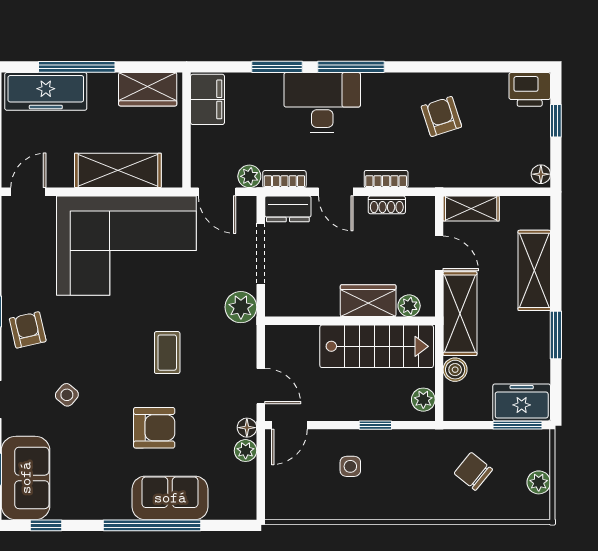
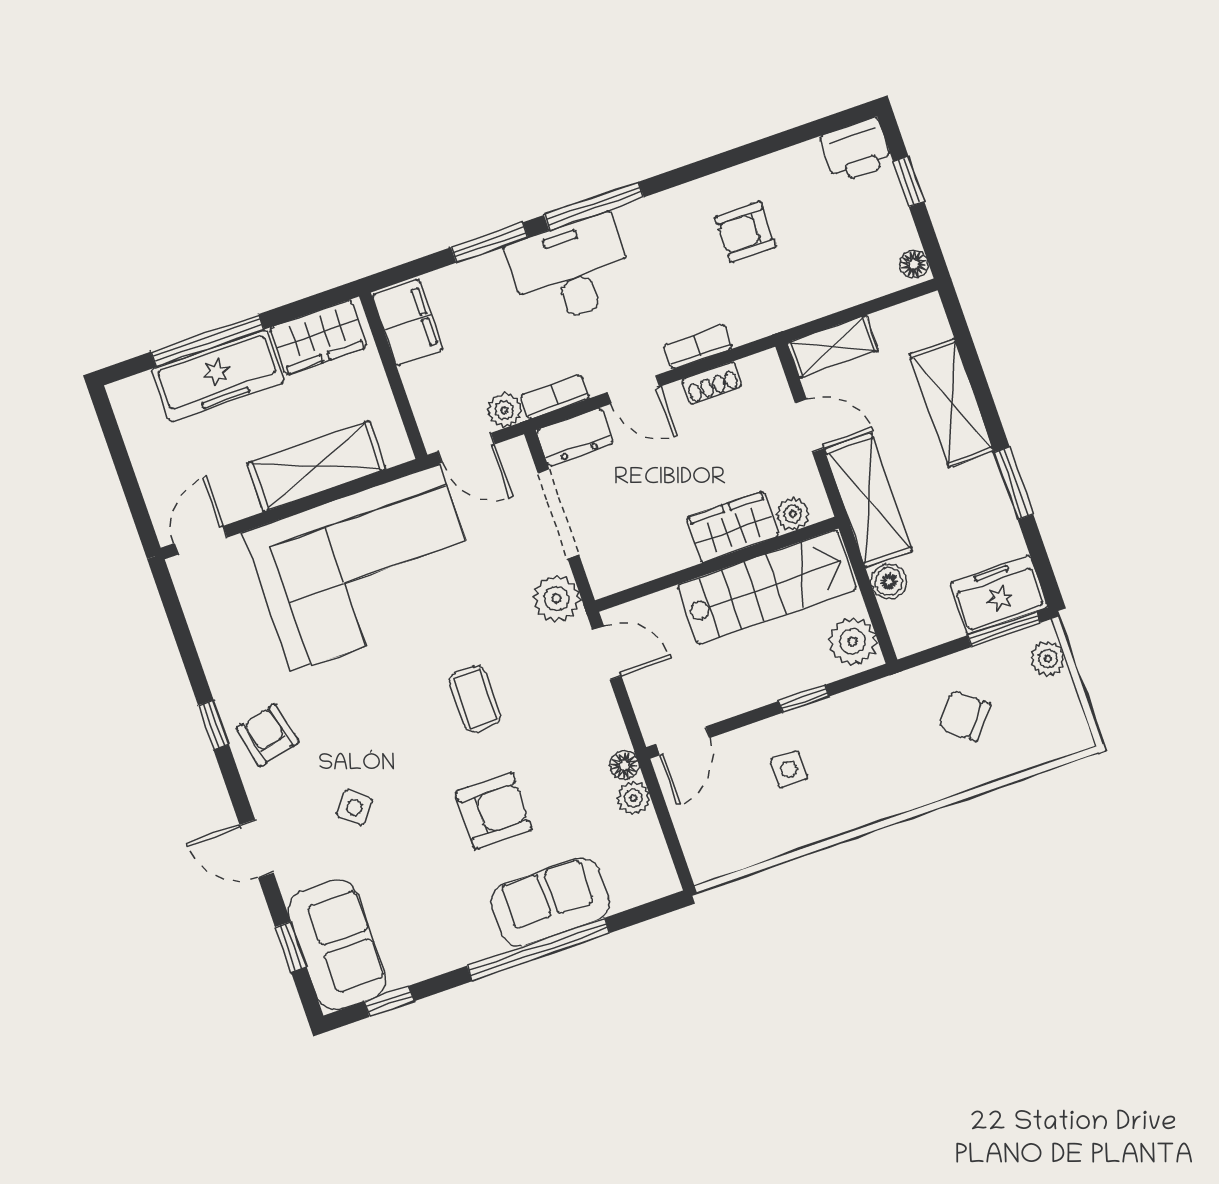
freezer: (46, 91) -> (218, 376), moved
armchair: (441, 116) -> (746, 232), turned -72
door: (261, 386) -> (607, 653), moved
plant: (423, 400) -> (853, 641), width x1.38, depth x1.38
plant: (539, 482) -> (1048, 659), moved

